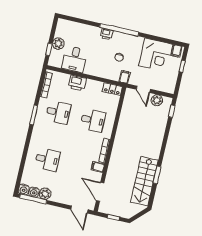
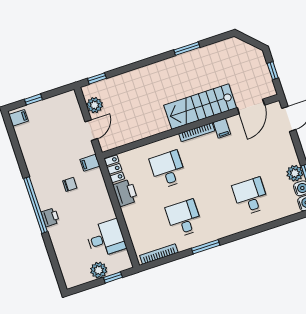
corner desk: (156, 55) -> (39, 141), removed
printer: (77, 83) -> (125, 193), moved
stairs: (144, 181) -> (200, 107), moved, turned 180

